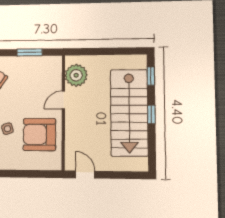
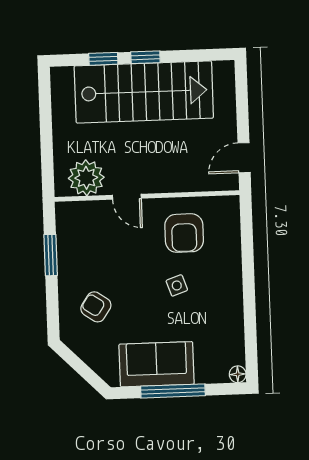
window: (151, 76) -> (103, 59), moved
armchair: (39, 135) -> (184, 233), width x0.73, depth x0.73

